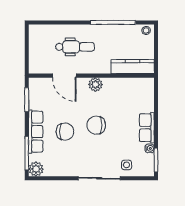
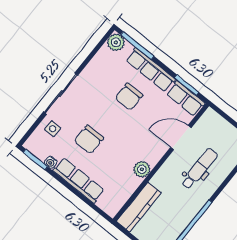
dental chair: (75, 47) -> (199, 169), turned 180
plant: (95, 85) -> (142, 169), moved
row of seats: (36, 93) -> (186, 98), added
chair: (96, 125) -> (89, 139), moved, turned 180
row of seats: (147, 128) -> (79, 180), width x1.48

